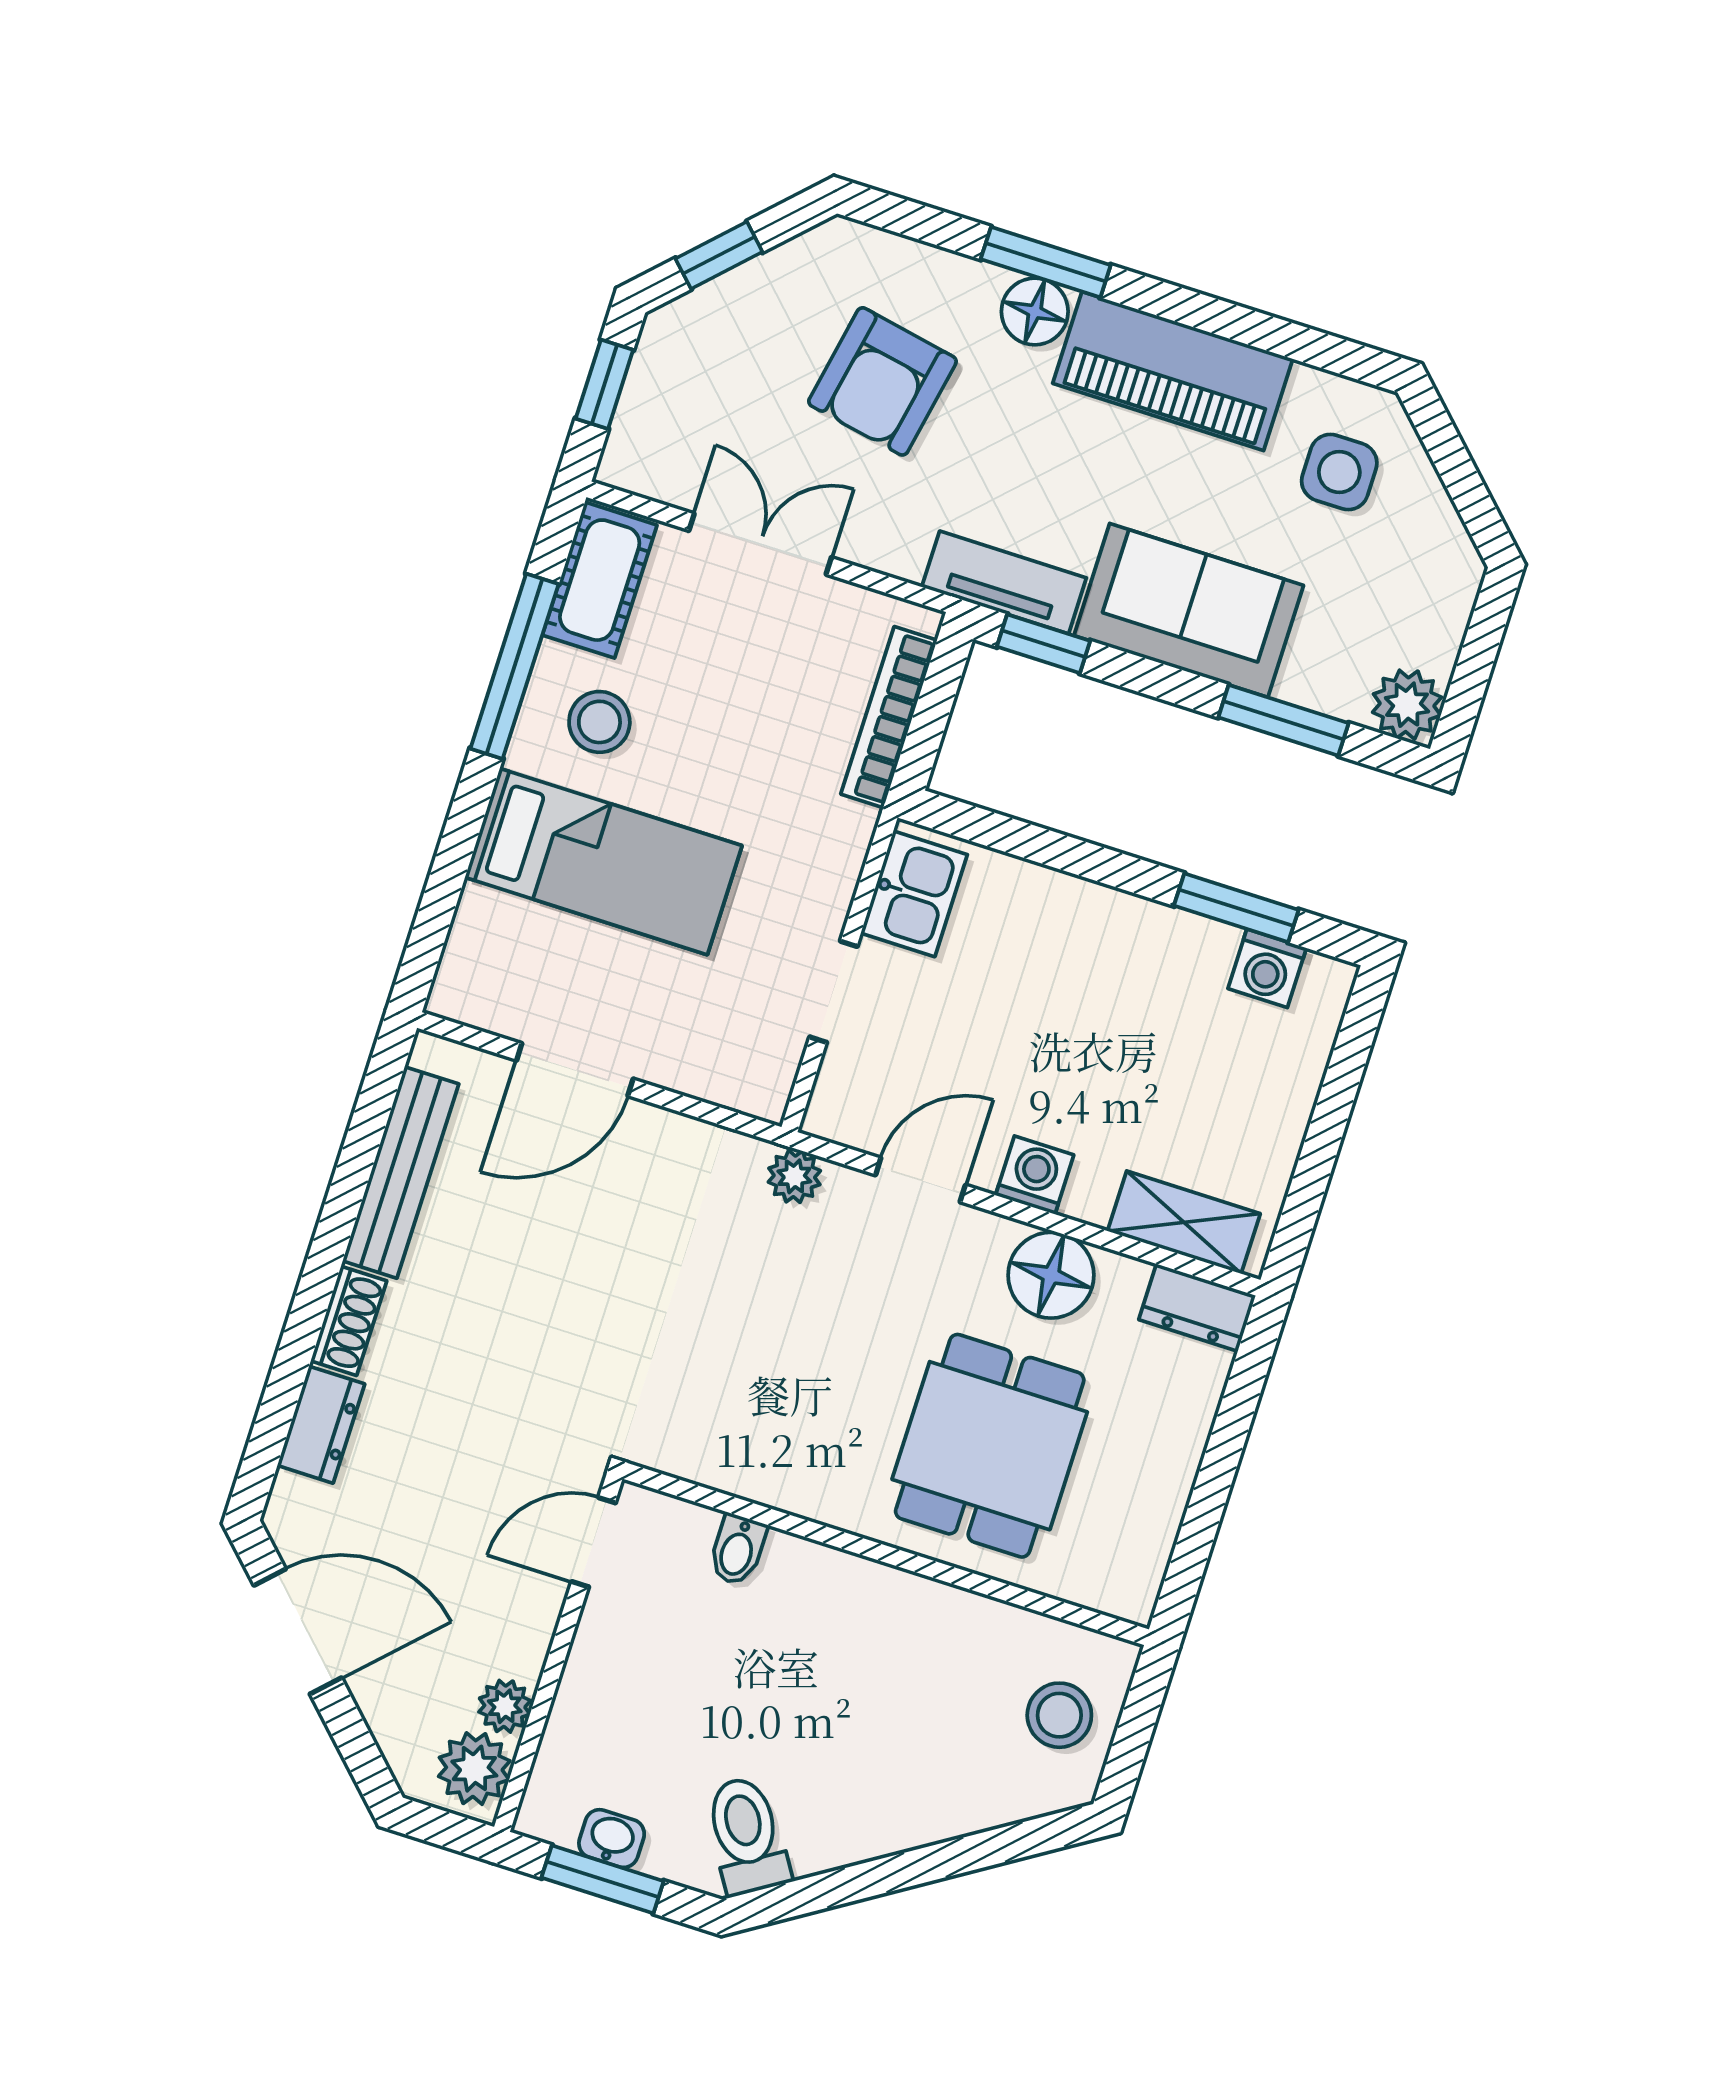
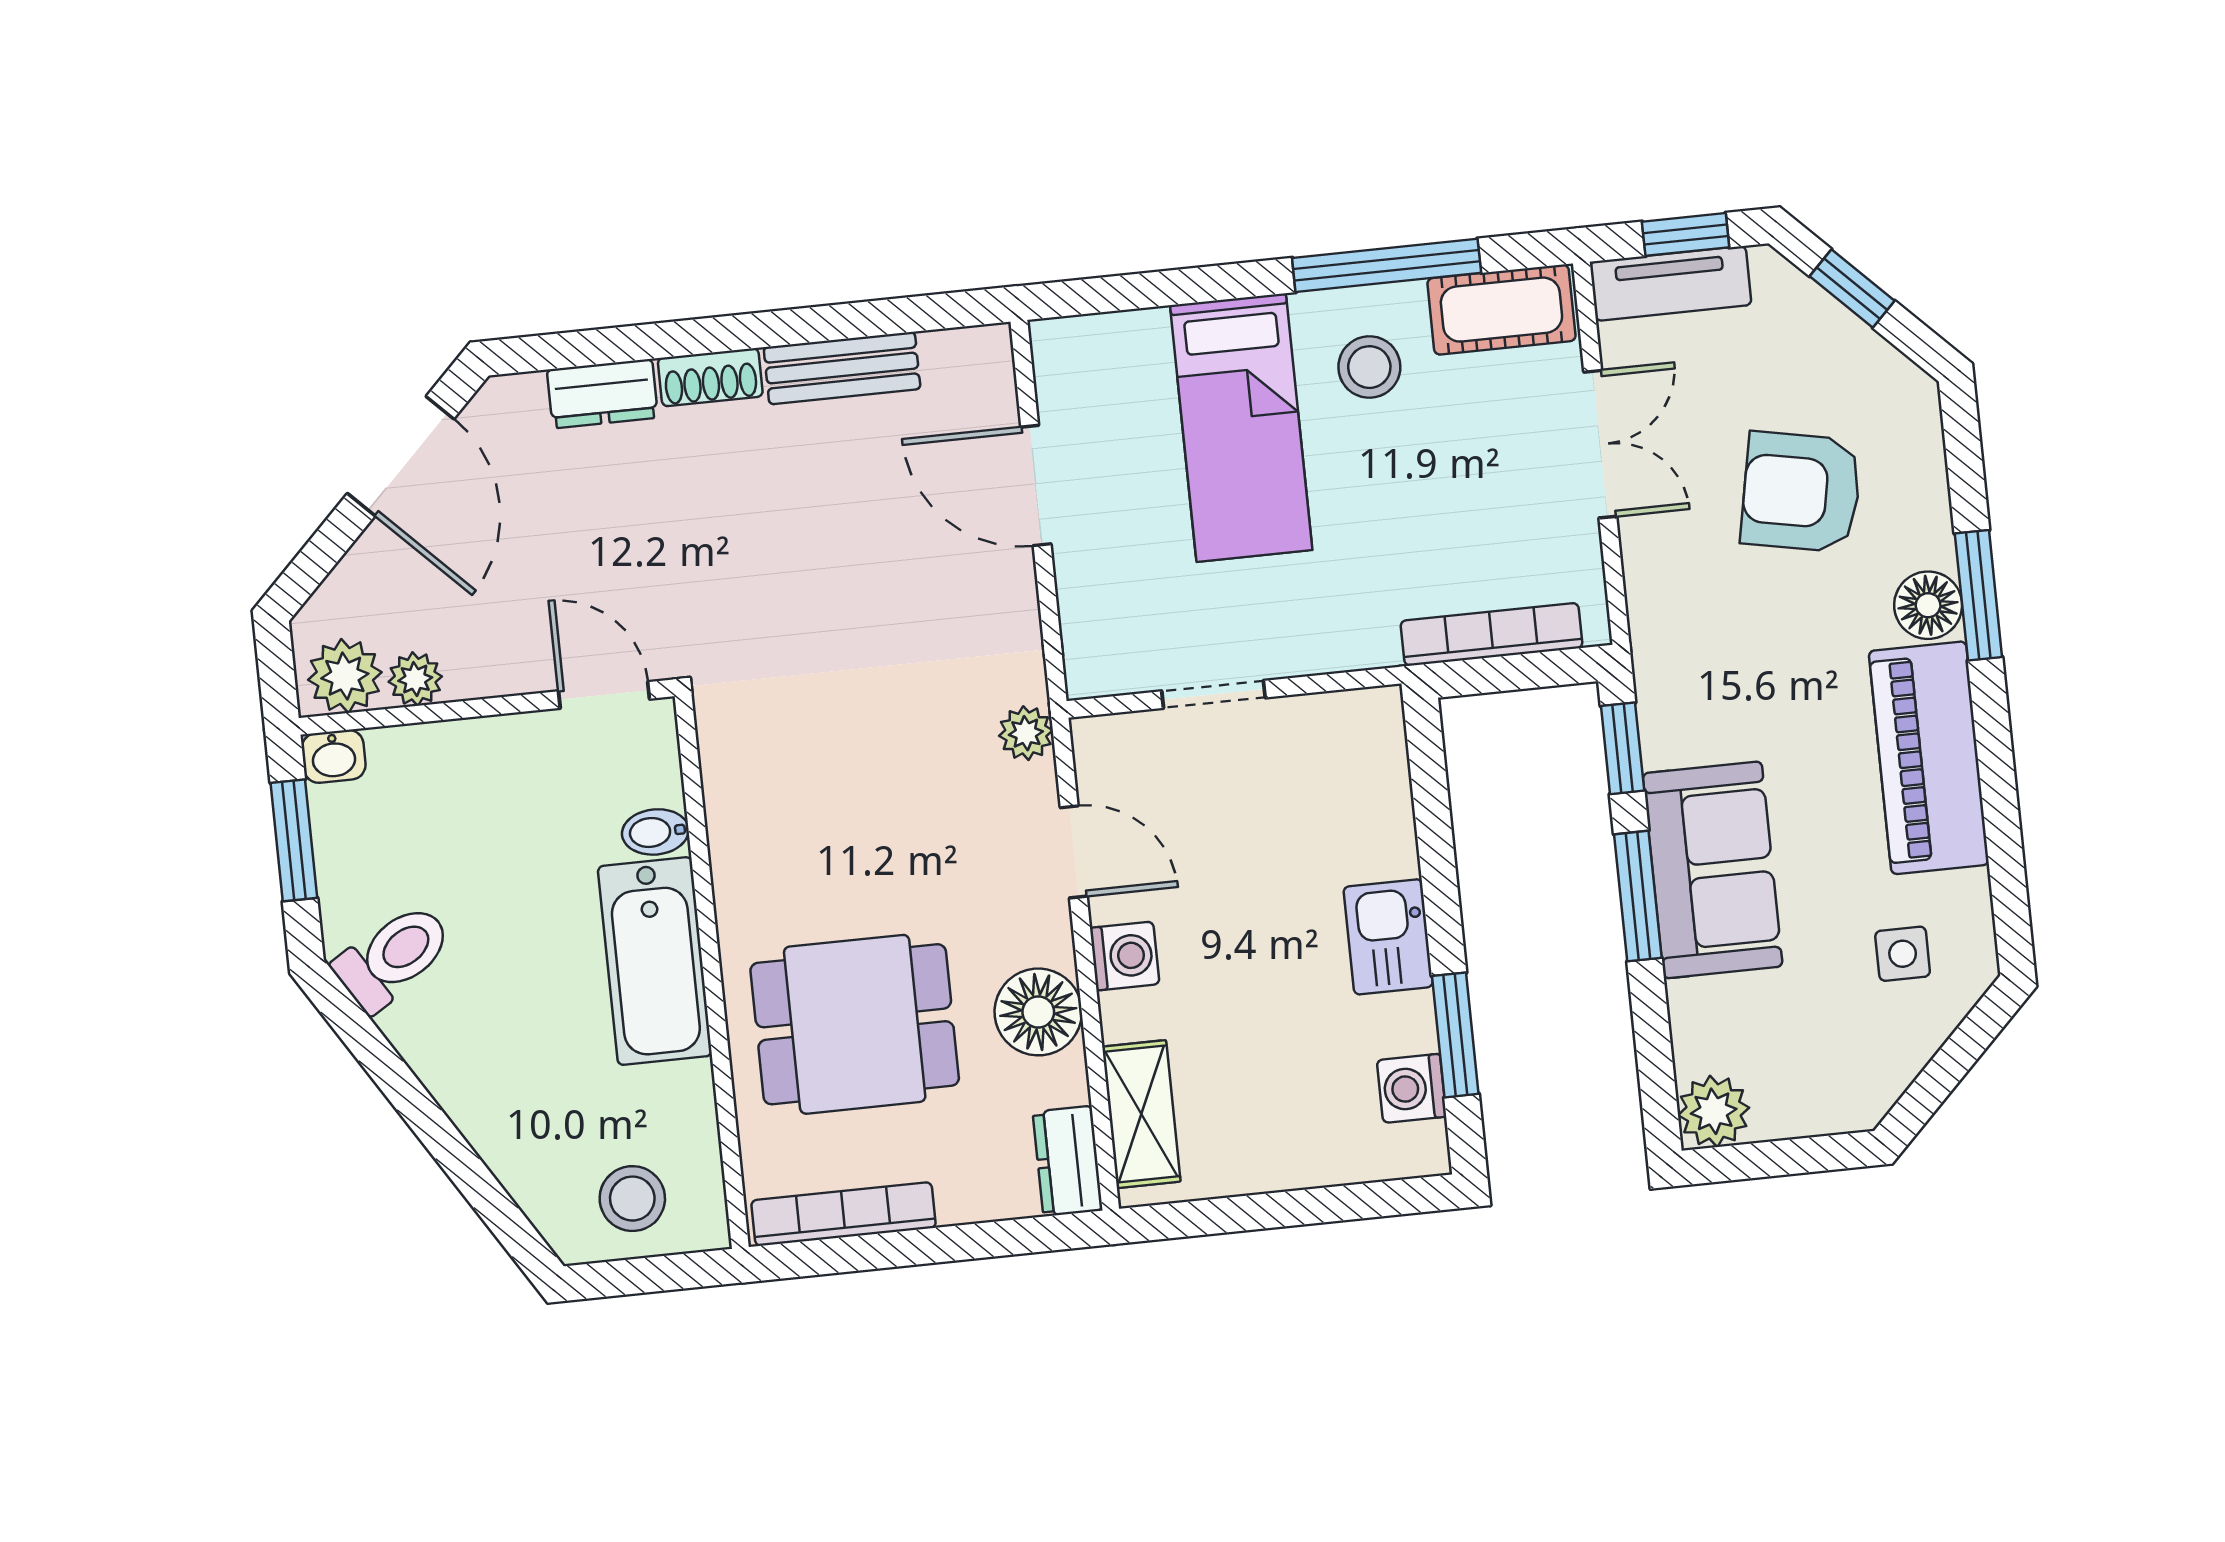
side table: (1339, 472) -> (1903, 954), width x0.73, depth x0.73
tv unit: (1004, 582) -> (1671, 283), moved, turned 90
window: (1283, 720) -> (1638, 896), moved
kitchen sink: (914, 894) -> (1388, 937), moved, turned 90
bench: (401, 1172) -> (842, 368), width x0.73
bookcase: (1157, 1531) -> (844, 1214), added
bathtub: (854, 1601) -> (655, 961), added
washbasin: (612, 1839) -> (334, 756), moved, turned 90

